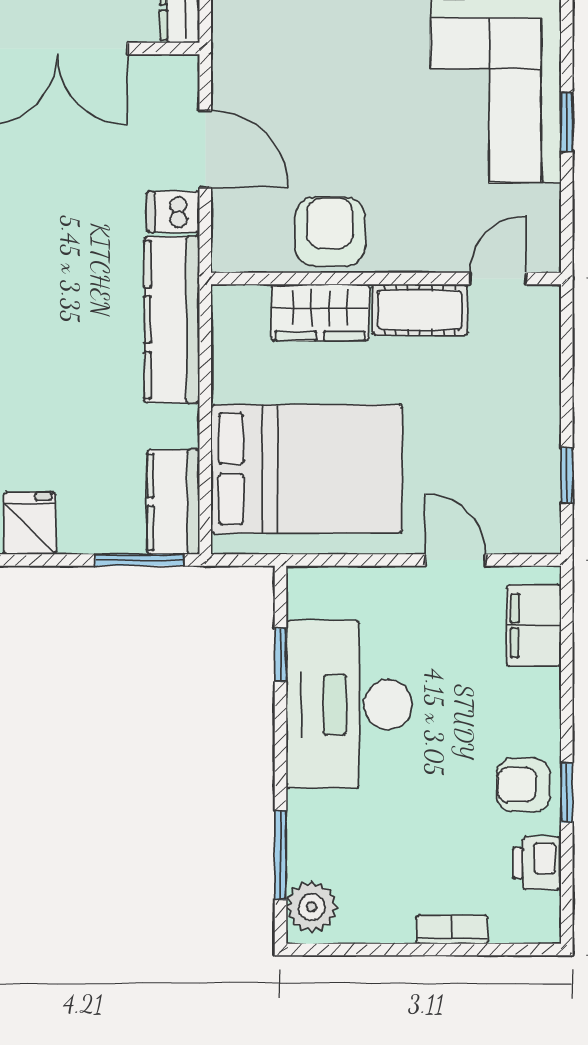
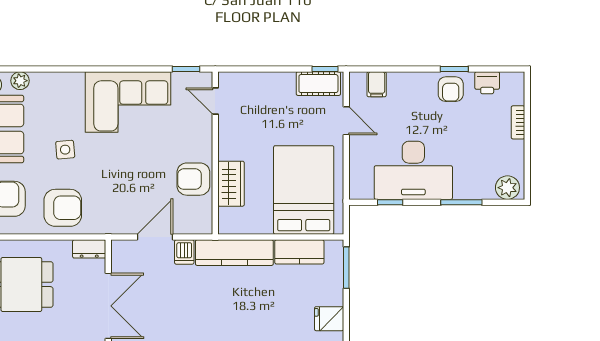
window: (567, 122) -> (186, 69), moved
cot: (420, 310) -> (318, 84), moved, turned 90
window: (567, 475) -> (325, 69), moved
kitchen counter: (173, 502) -> (299, 252), moved
door: (455, 560) -> (346, 121), swing flipped
filing cabinet: (534, 626) -> (377, 84), width x0.50
window: (280, 855) -> (461, 202), moved

